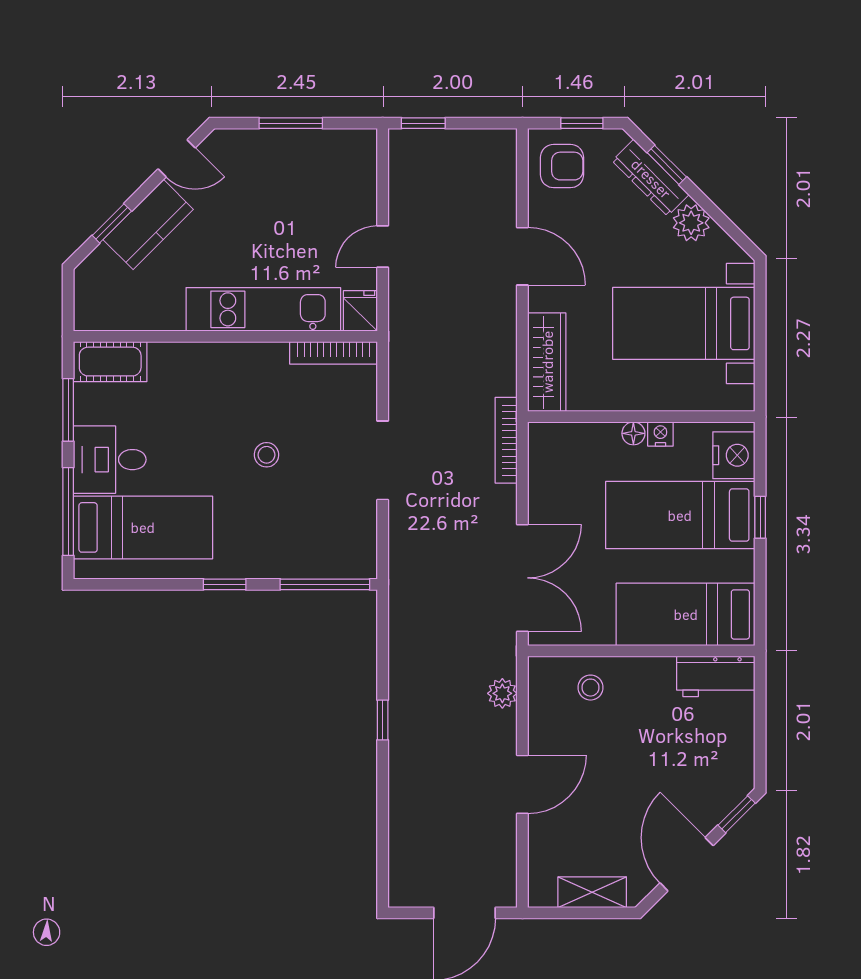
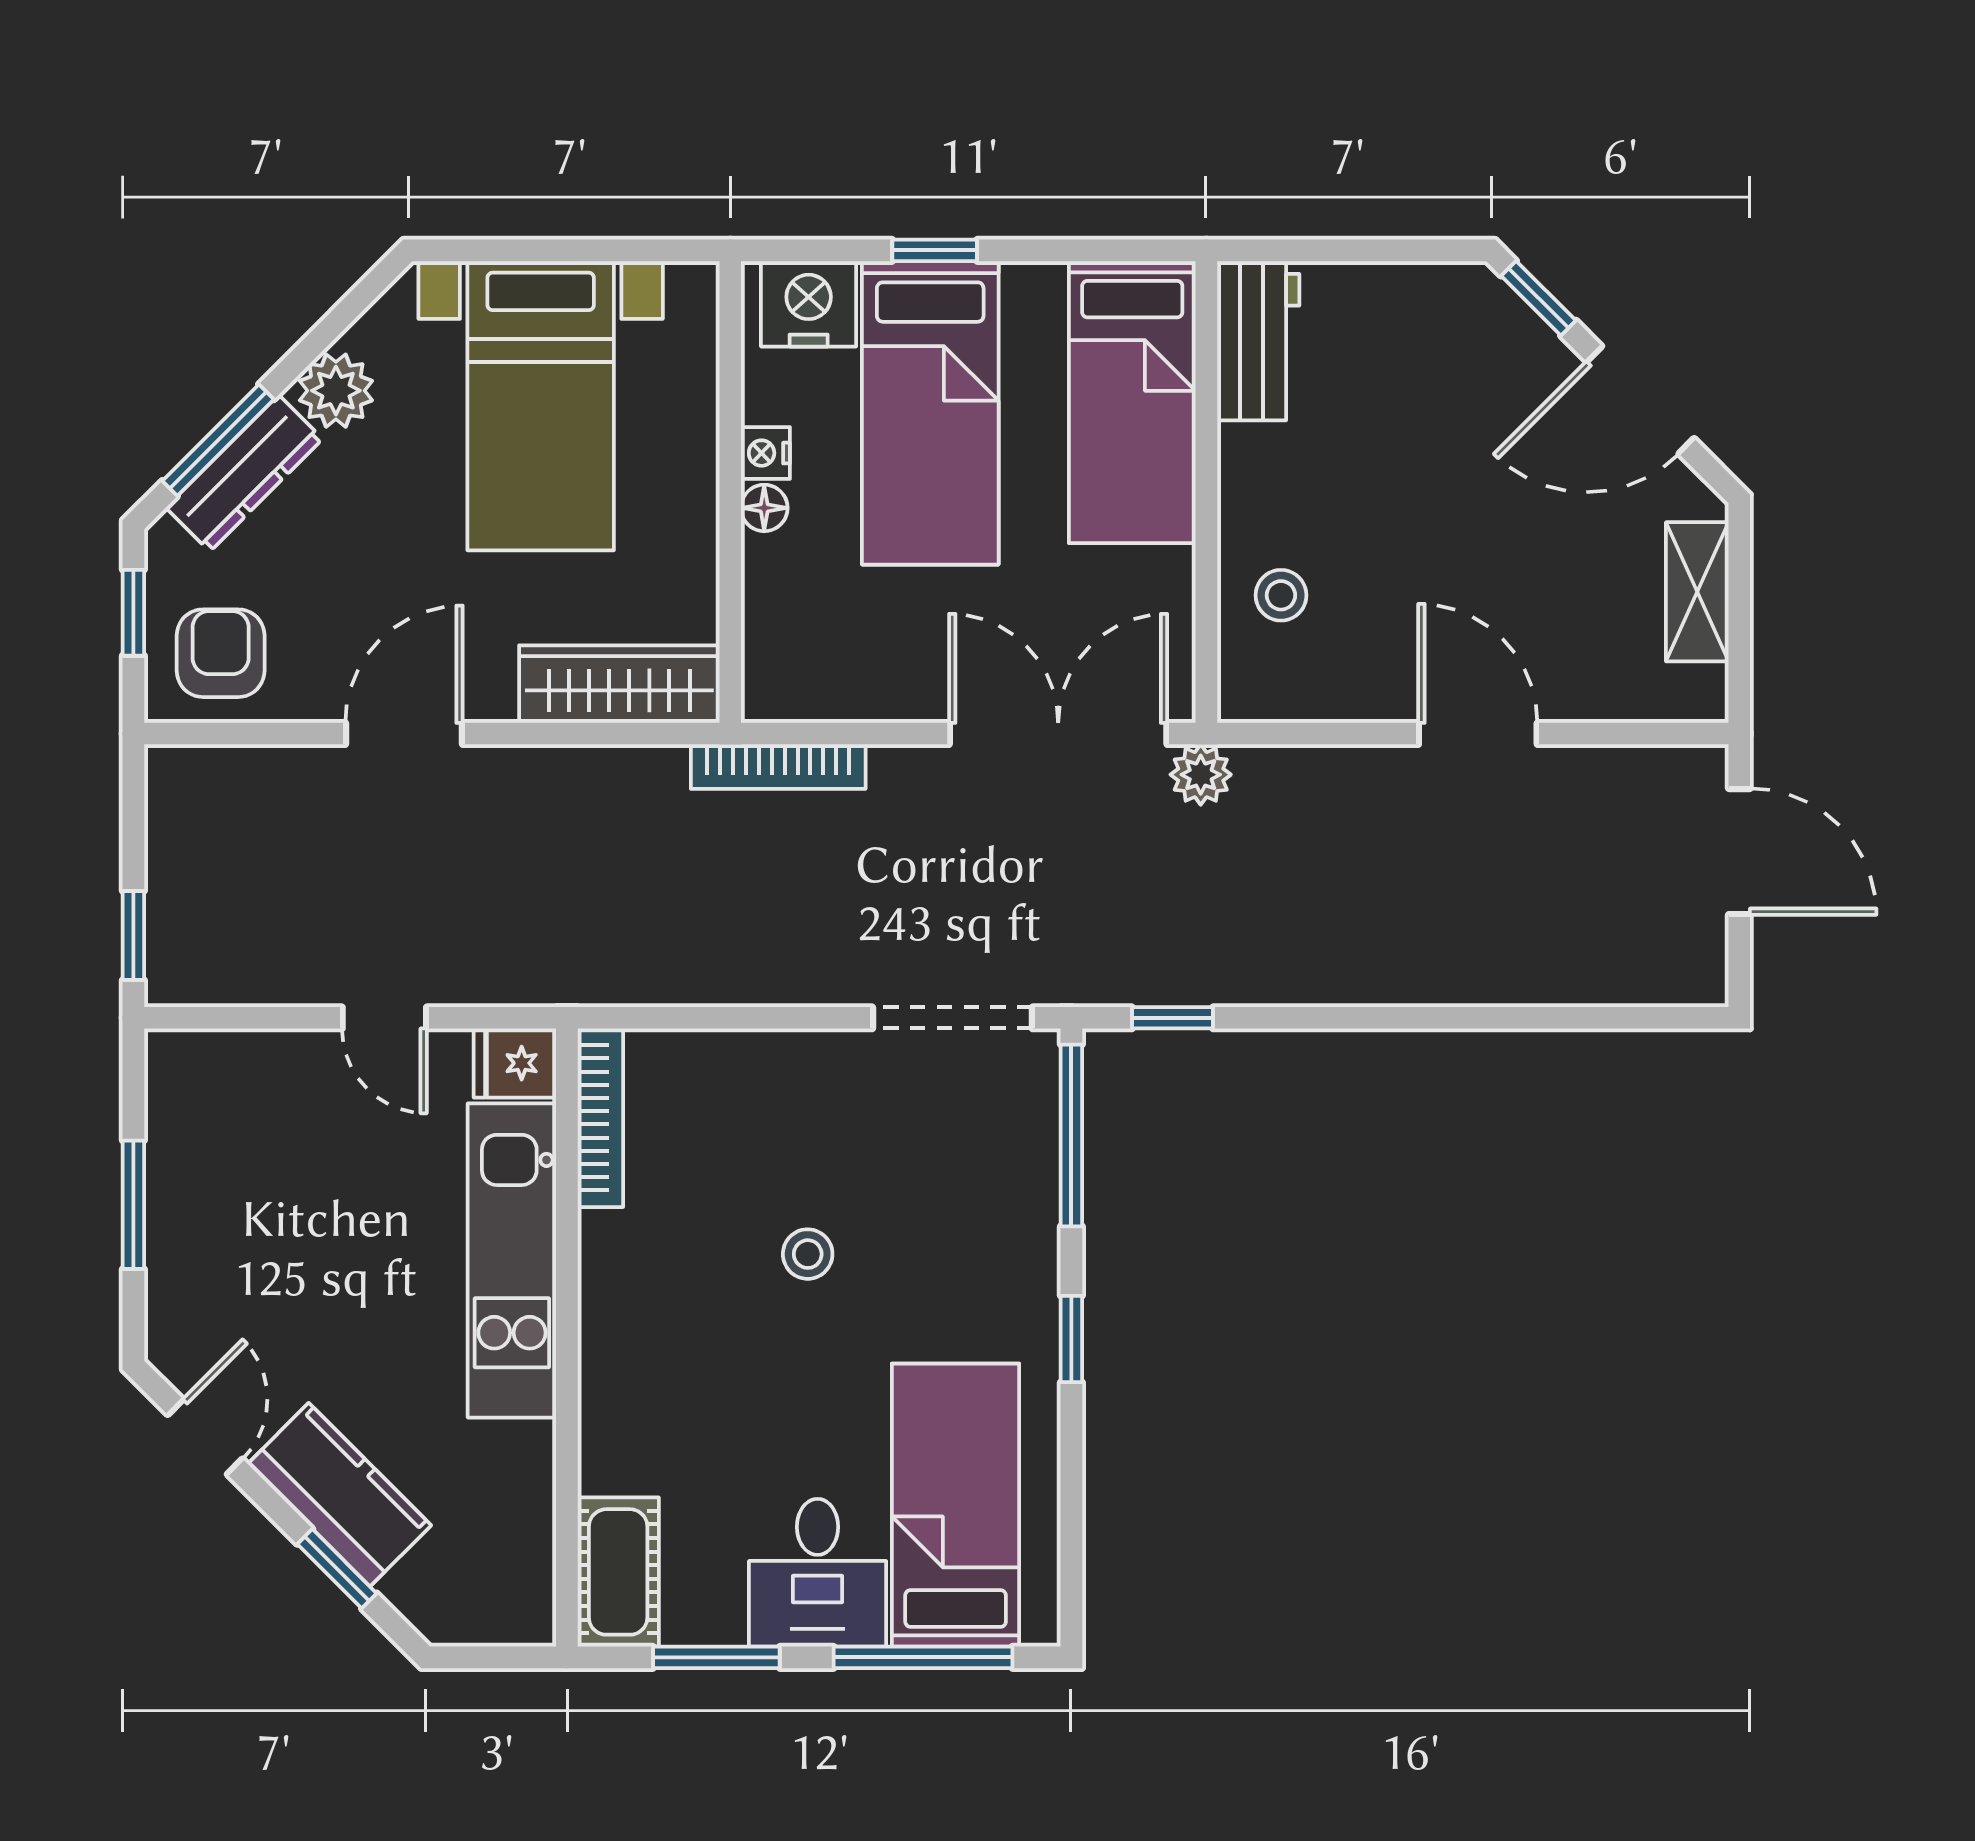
window: (667, 165) -> (218, 440), width x1.50
doorway: (383, 460) -> (952, 1018), moved
plant: (502, 693) -> (1201, 775), moved
window: (383, 720) -> (1172, 1018), moved

